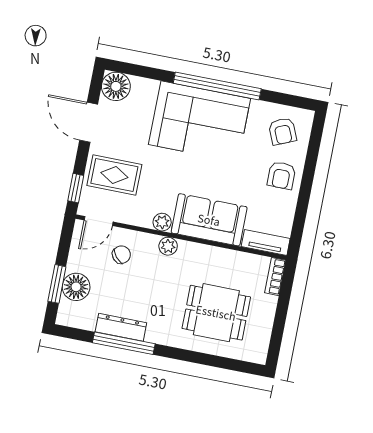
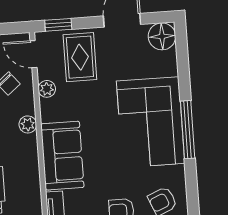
window: (217, 86) -> (188, 130), width x0.68
plant: (162, 222) -> (47, 89), moved

